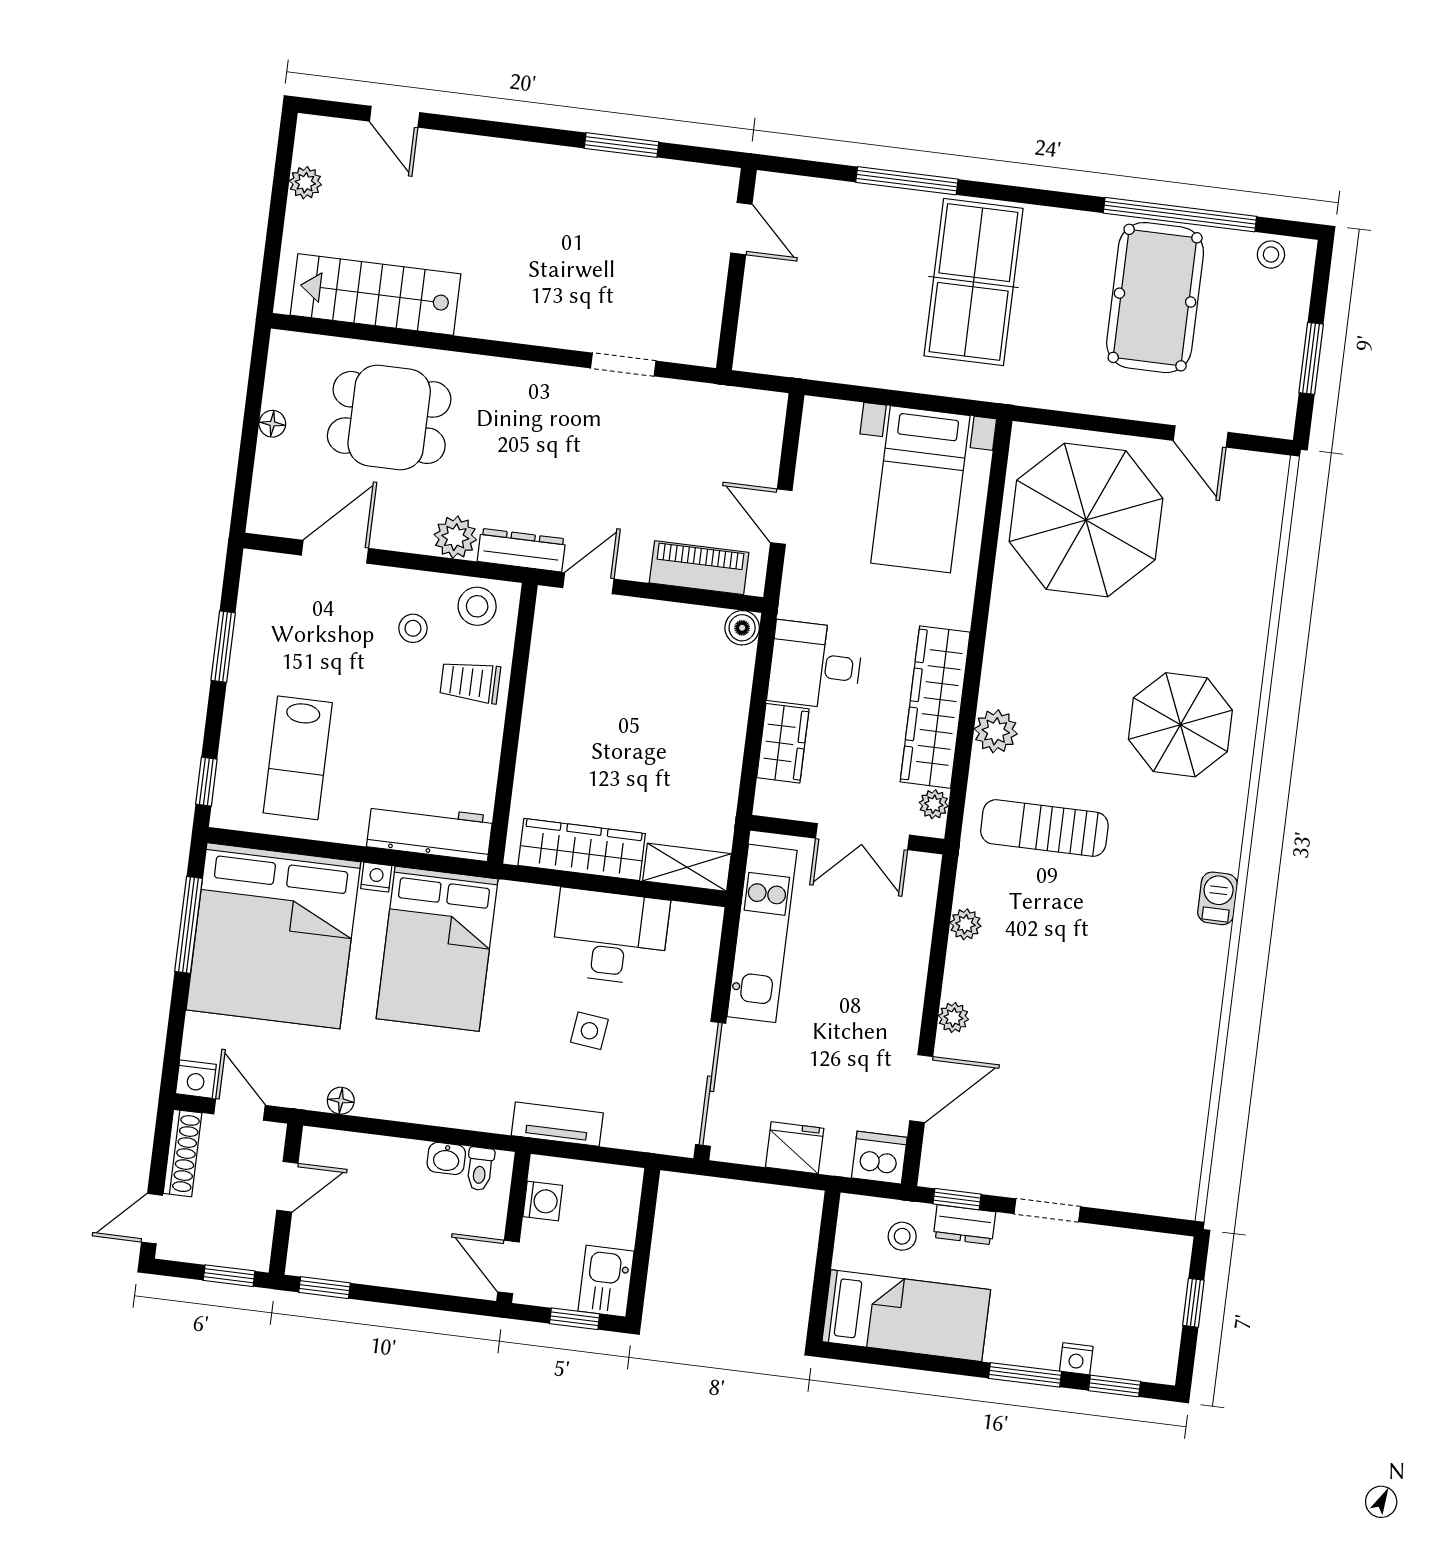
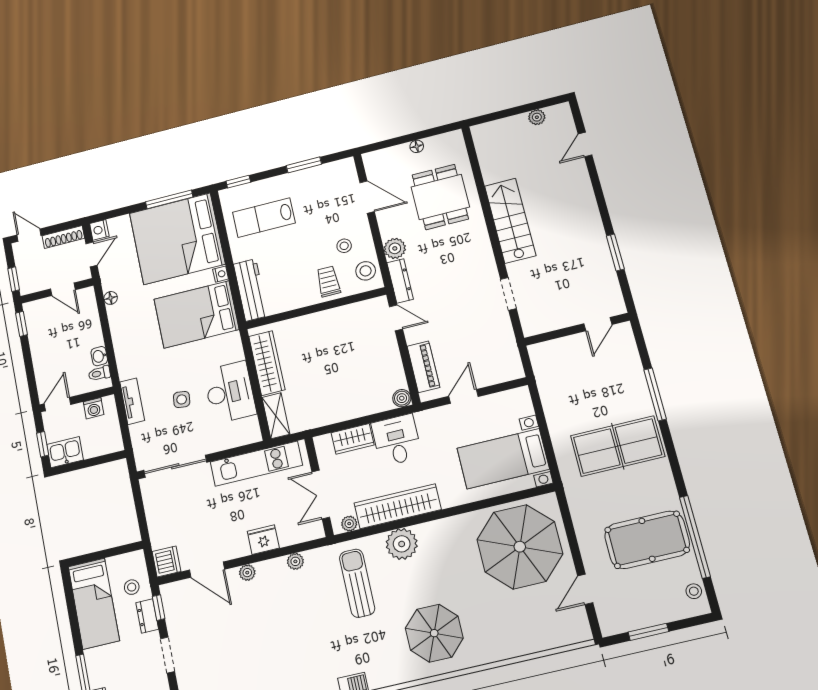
stairs: (376, 294) -> (510, 221), moved
plant: (996, 731) -> (402, 544), width x1.36, depth x1.36
fridge: (795, 1148) -> (263, 540), moved, turned -90

